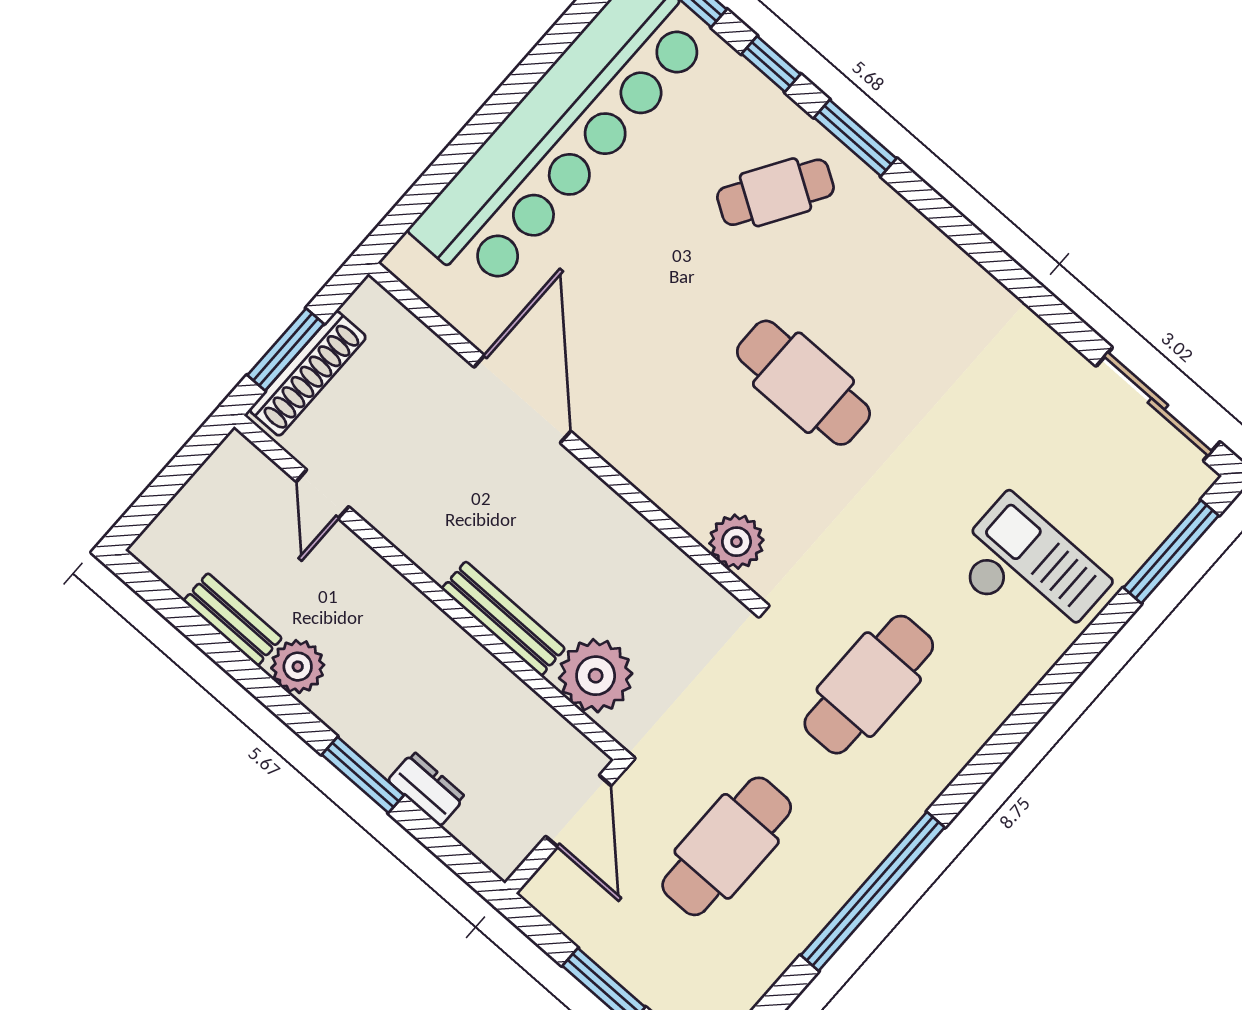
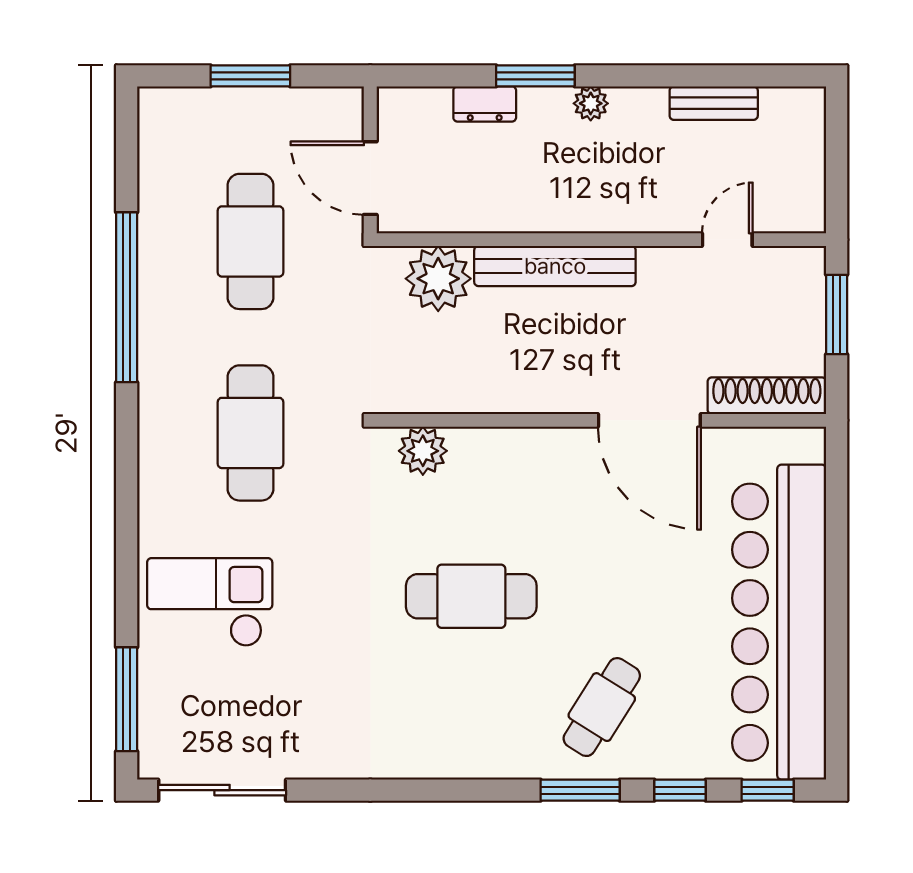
shoe rack: (308, 373) -> (767, 396), moved, turned 90
door: (322, 494) -> (727, 240), hinge flipped
checkout: (1029, 572) -> (210, 602), turned 180
bench: (503, 619) -> (555, 266), width x1.37, depth x1.21
plant: (298, 667) -> (591, 103), moved, width x0.73, depth x0.73

